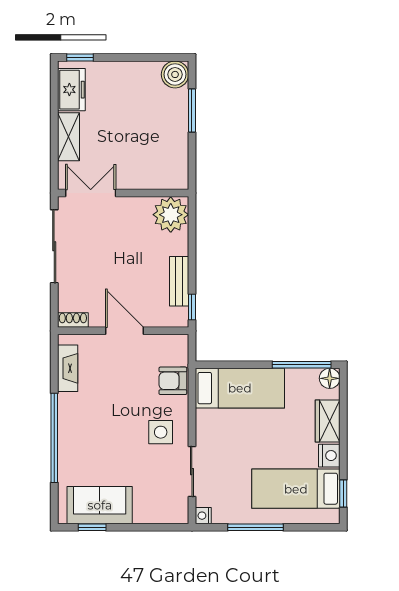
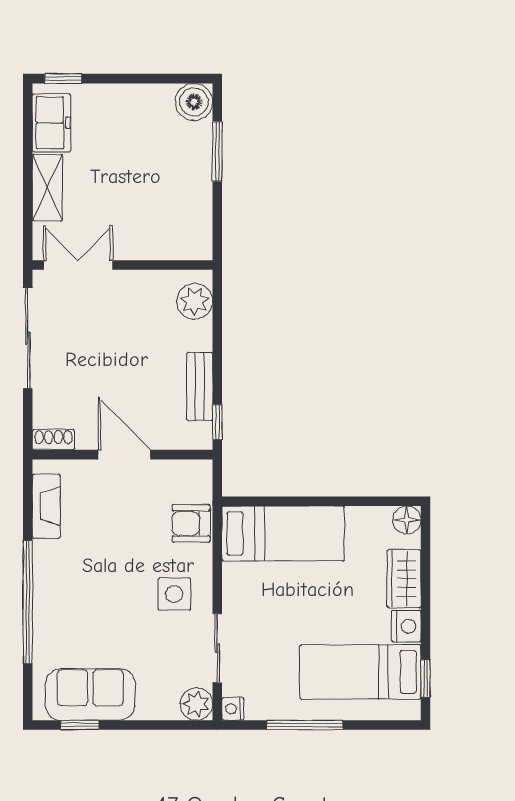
plant: (171, 215) -> (195, 301), width x0.73, depth x0.73
window: (302, 365) -> (368, 501), removed
plant: (177, 512) -> (196, 704), added

